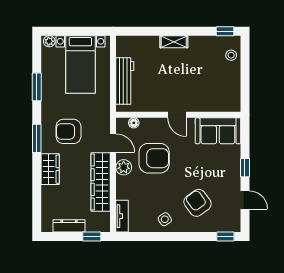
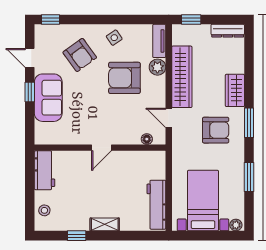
window: (225, 31) -> (77, 236), moved
workbench: (125, 81) -> (156, 205), moved
workbench: (231, 93) -> (45, 170), added
door: (177, 115) -> (101, 148), swing flipped
sofa: (218, 131) -> (48, 98), moved, turned 90
armchair: (154, 158) -> (124, 78), moved
plant: (124, 167) -> (157, 67), moved
dresser: (69, 226) -> (228, 31), moved

